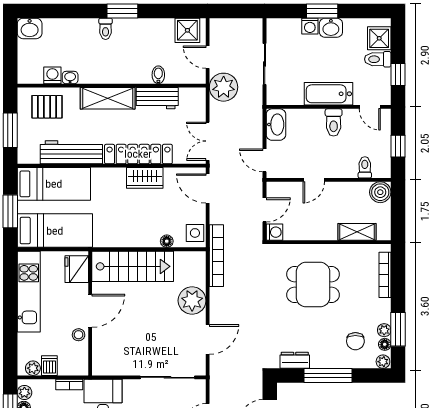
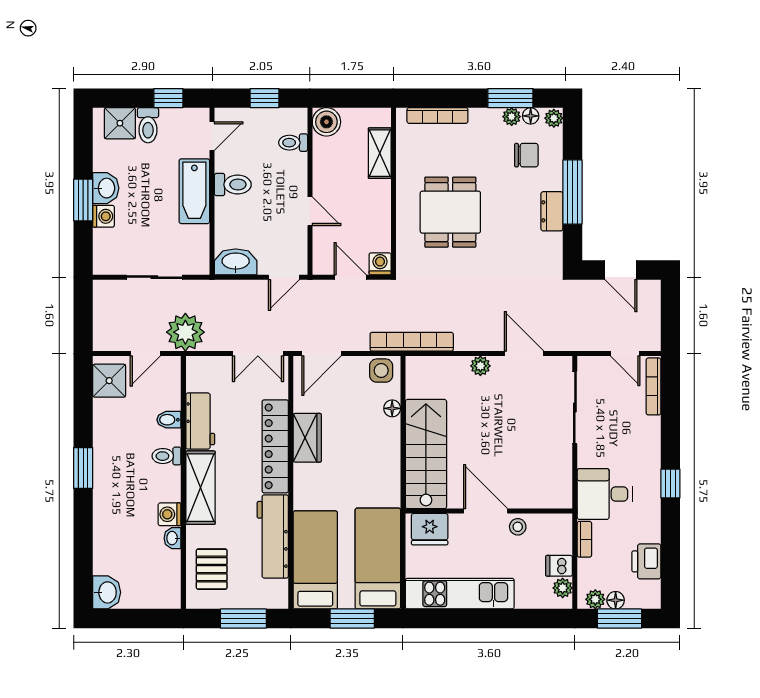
toilet: (106, 29) -> (166, 456), moved, turned 180
washing machine: (52, 75) -> (170, 514), moved
plant: (192, 301) -> (480, 366), width x0.53, depth x0.53
dresser: (295, 360) -> (552, 211), moved

